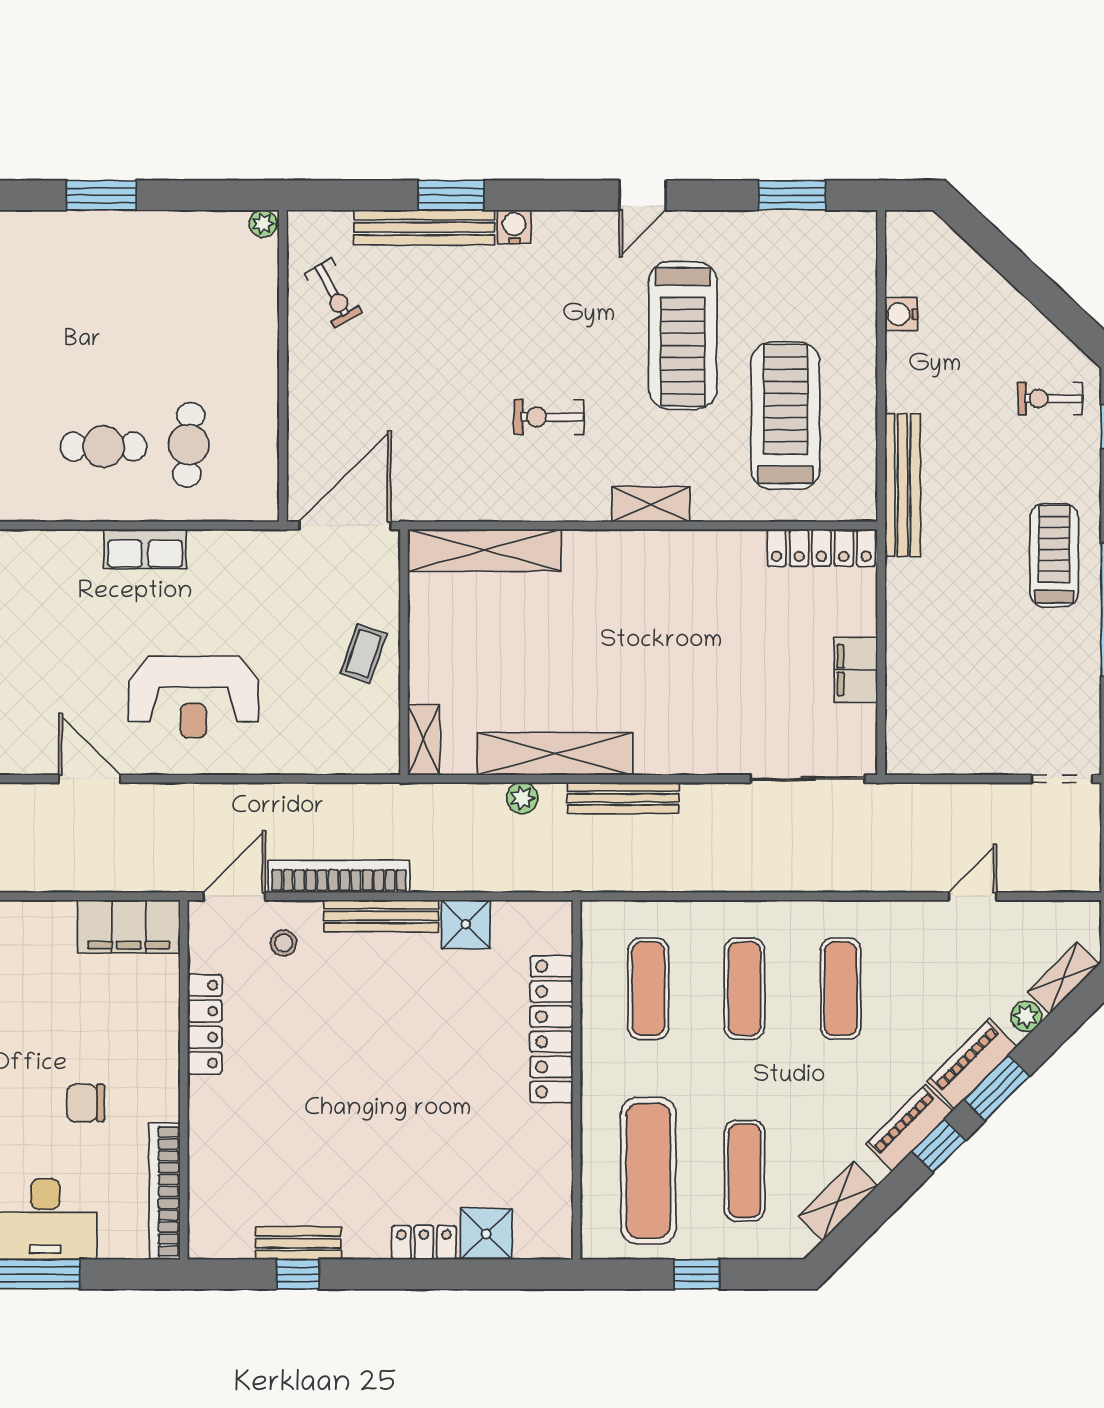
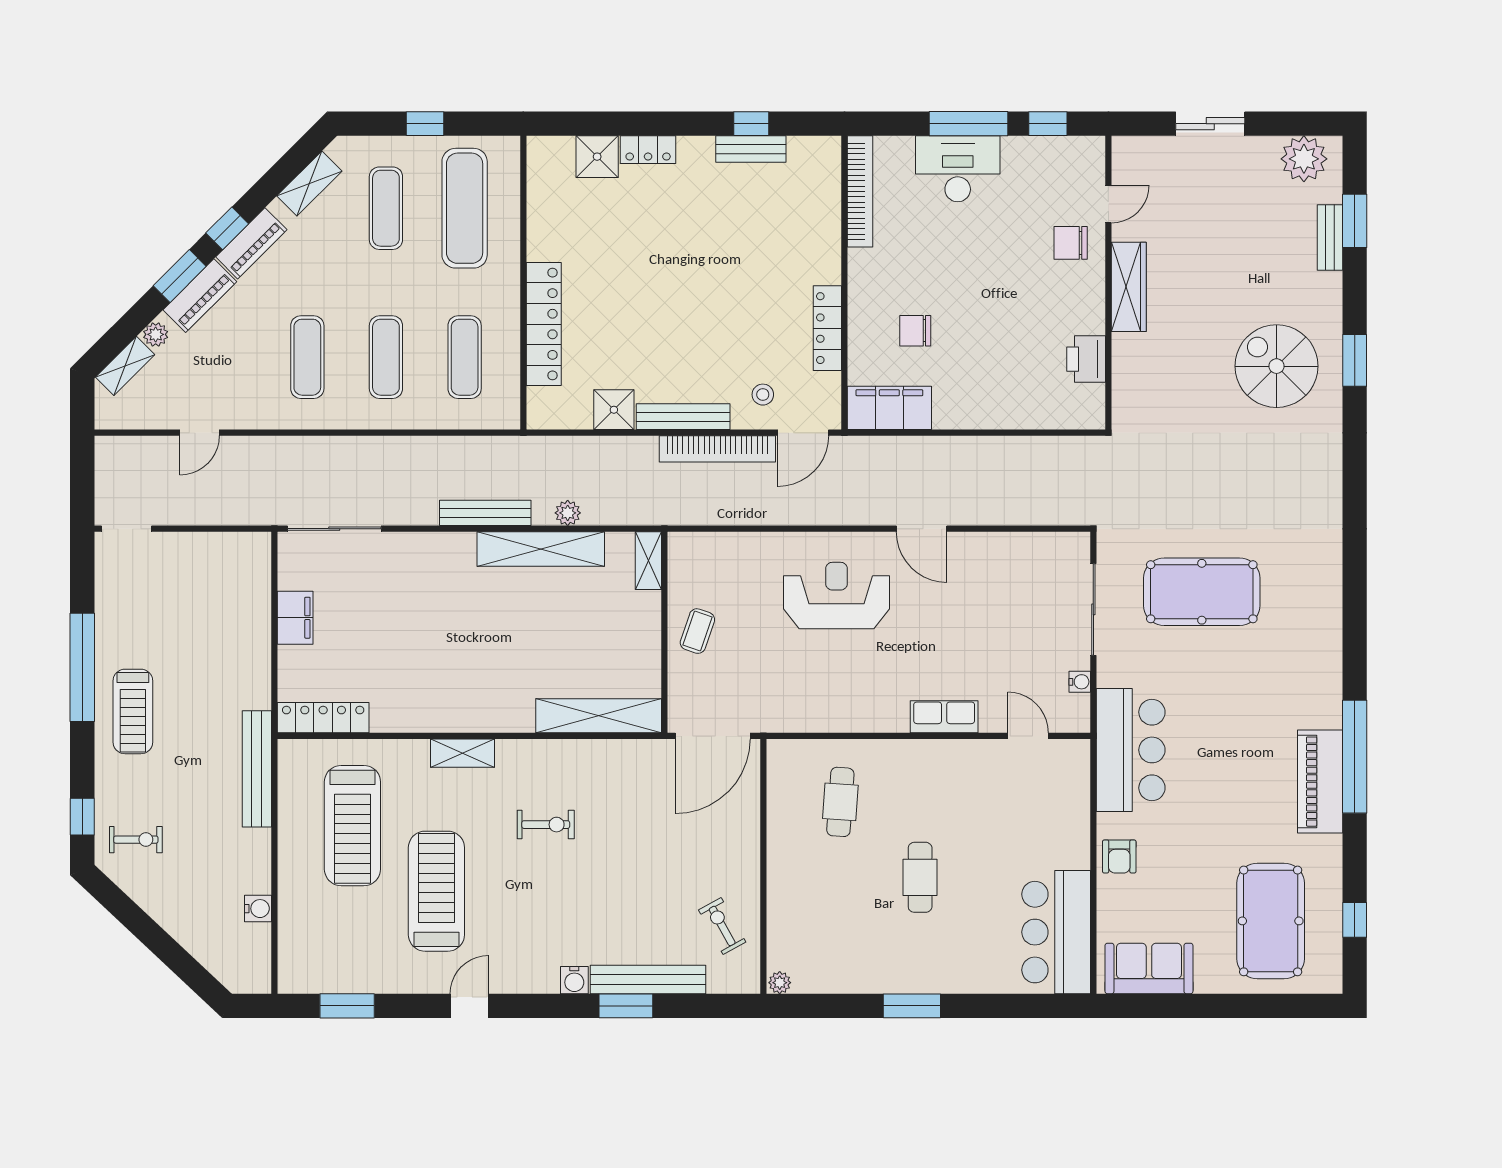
cafe table: (103, 447) -> (920, 877), moved, turned 90
row of seats: (145, 549) -> (944, 717), moved
chair: (86, 1103) -> (915, 331), moved, turned 180

